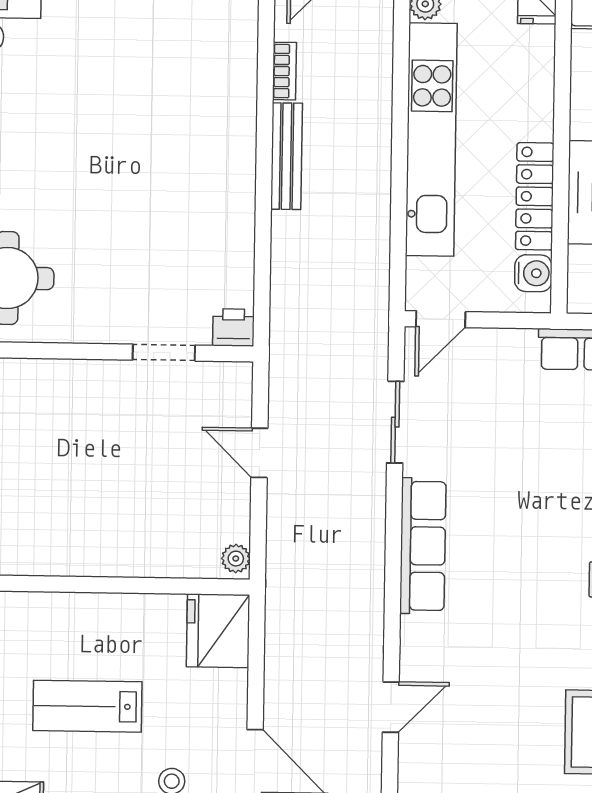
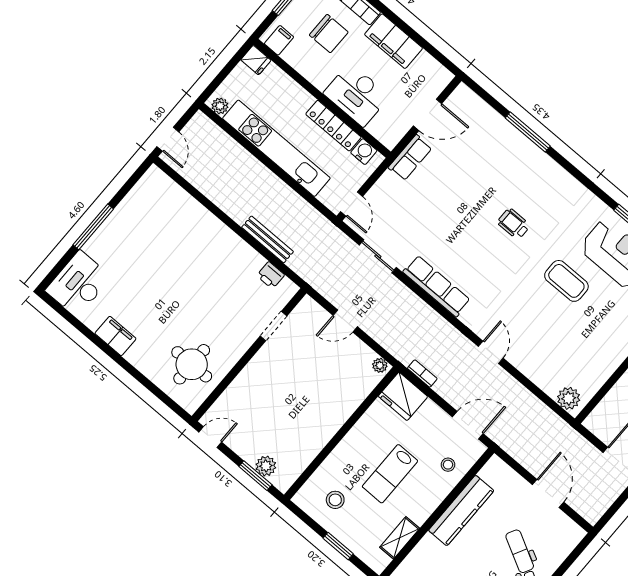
bookcase: (284, 71) -> (422, 373), moved
bench: (286, 156) -> (268, 239), moved
printer: (233, 327) -> (271, 275), moved, turned -90

